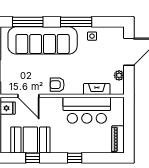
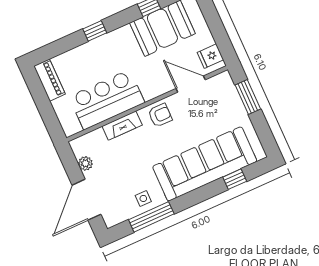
window: (28, 22) -> (235, 179), width x0.46
window: (76, 22) -> (151, 217), moved
fireplace: (97, 89) -> (122, 126), moved

